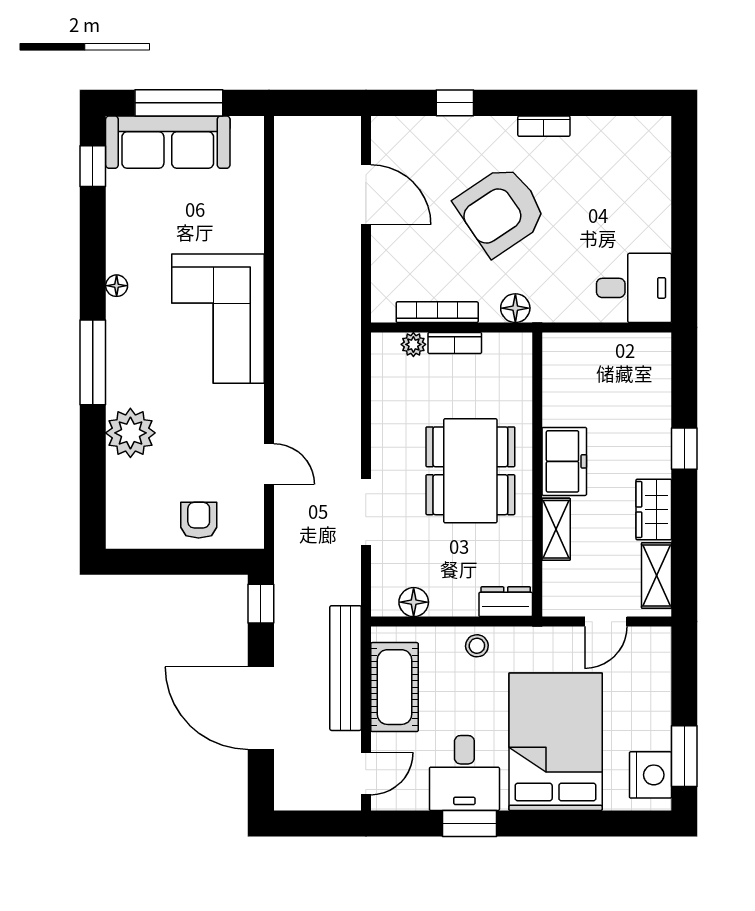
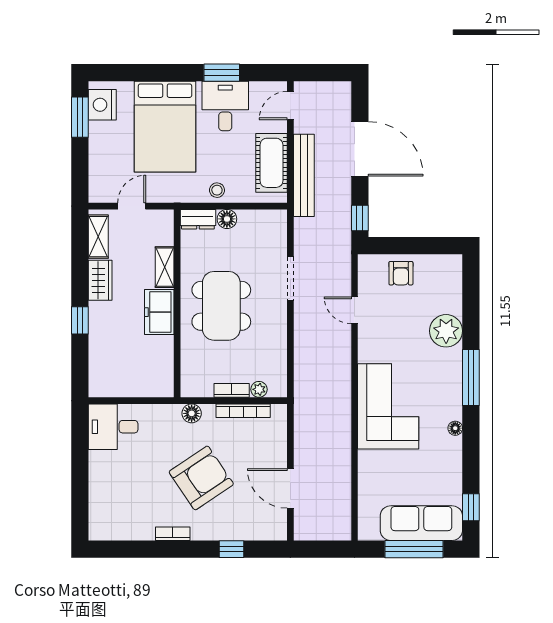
floor lamp: (414, 602) -> (227, 219), moved

